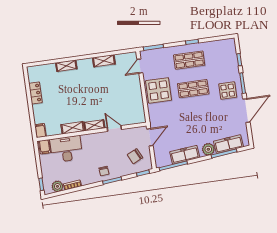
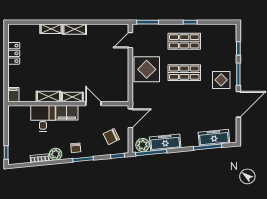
shelving: (104, 61) -> (75, 29), moved
filing cabinet: (45, 147) -> (67, 113), moved, width x2.00
desk: (66, 149) -> (43, 118), width x0.73
plant: (208, 149) -> (143, 145), moved
plant: (57, 186) -> (56, 154), moved

